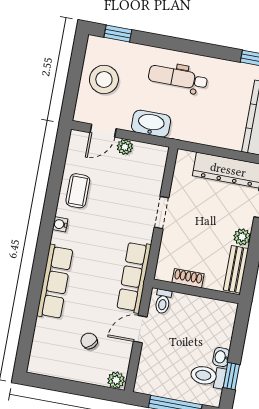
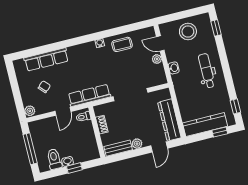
washbasin: (151, 124) -> (174, 68), width x0.52, depth x0.69
doorway: (162, 213) -> (131, 95), width x1.88
row of seats: (55, 282) -> (46, 59), moved
door: (140, 329) -> (63, 111), swing flipped
window: (231, 376) -> (74, 168), moved

